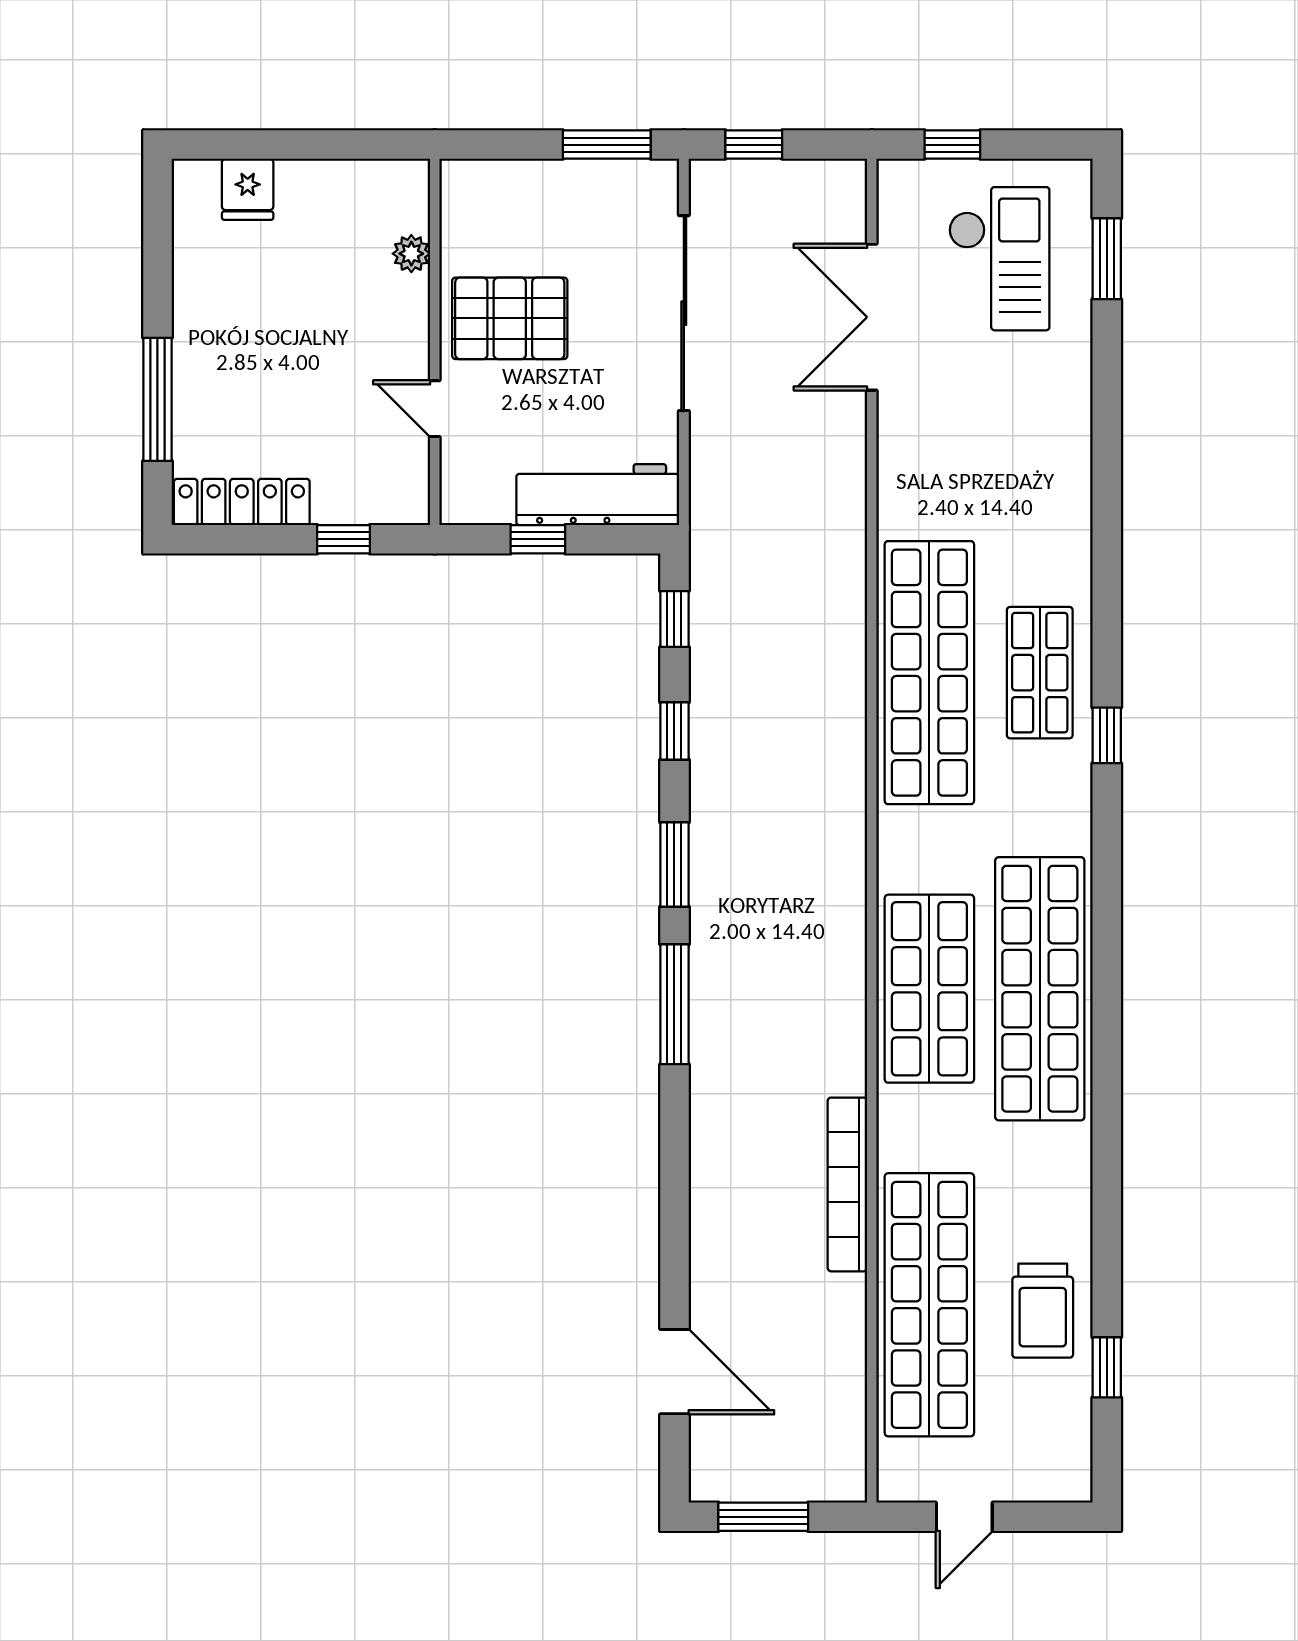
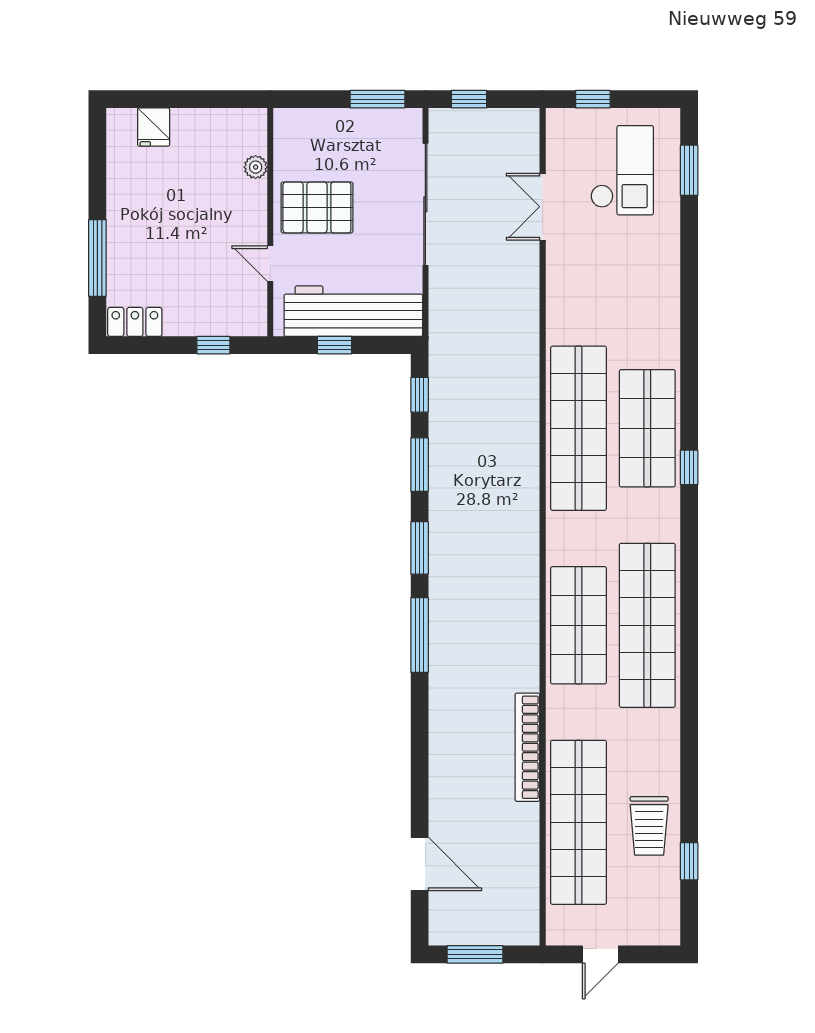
double door: (872, 317) -> (543, 207), width x0.73
workbench: (598, 495) -> (353, 311), width x1.36, depth x1.32
locker: (242, 502) -> (135, 322), width x0.66
shop shelf: (1040, 673) -> (647, 428), width x1.43, depth x1.36
window: (674, 731) -> (420, 465), width x1.50

